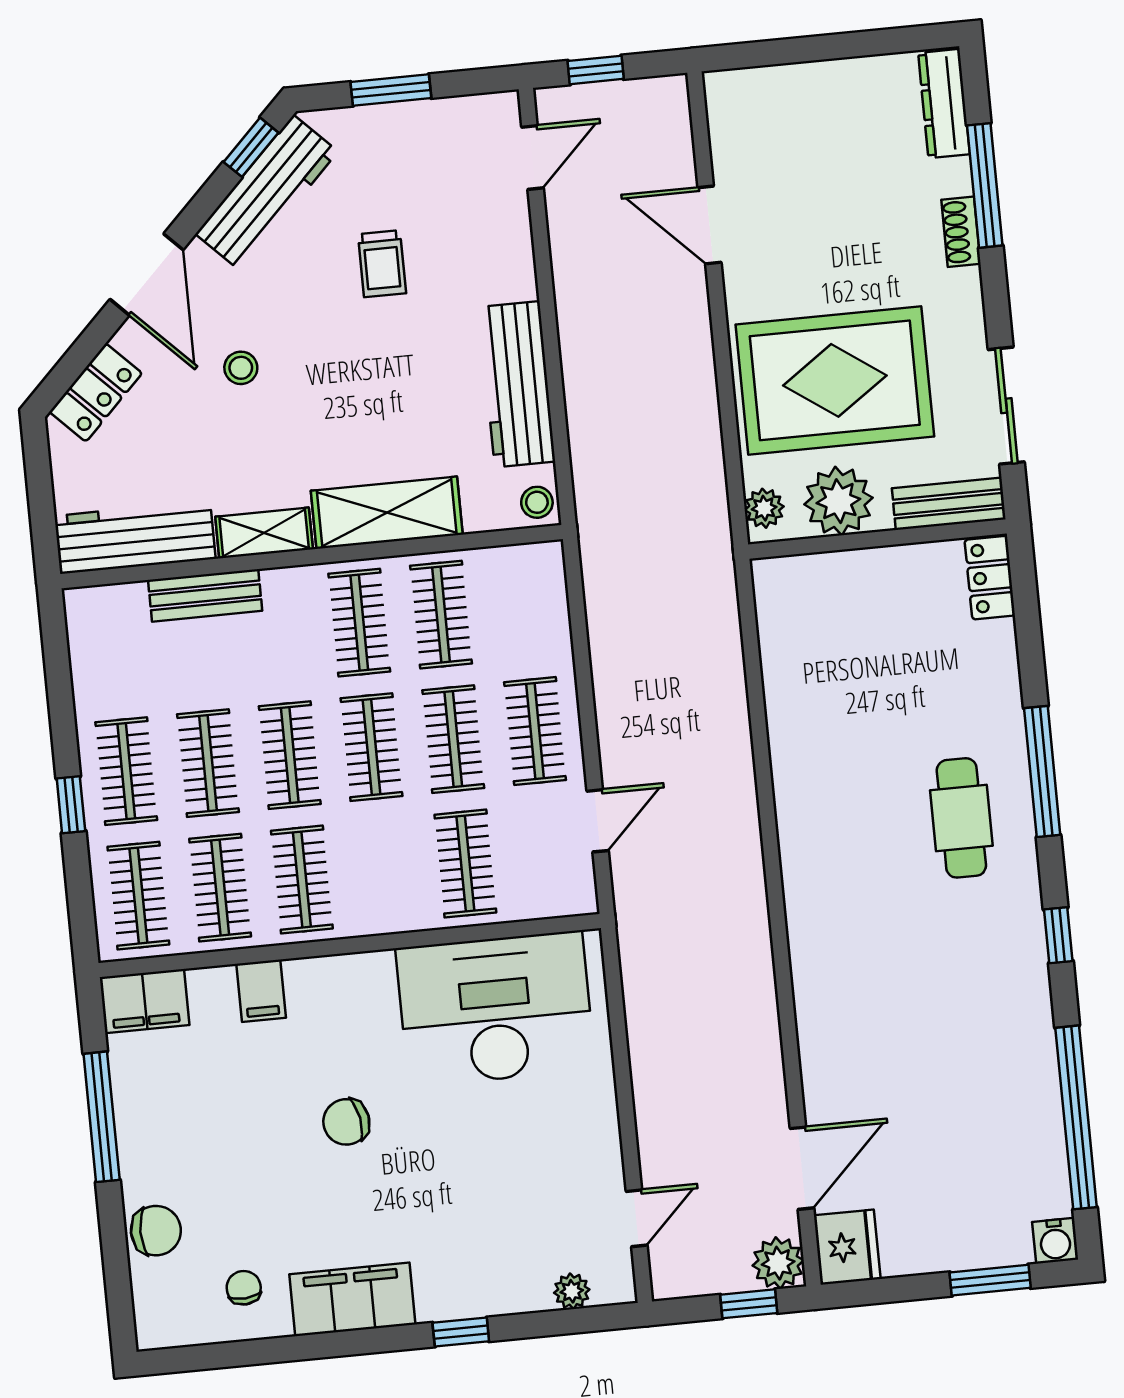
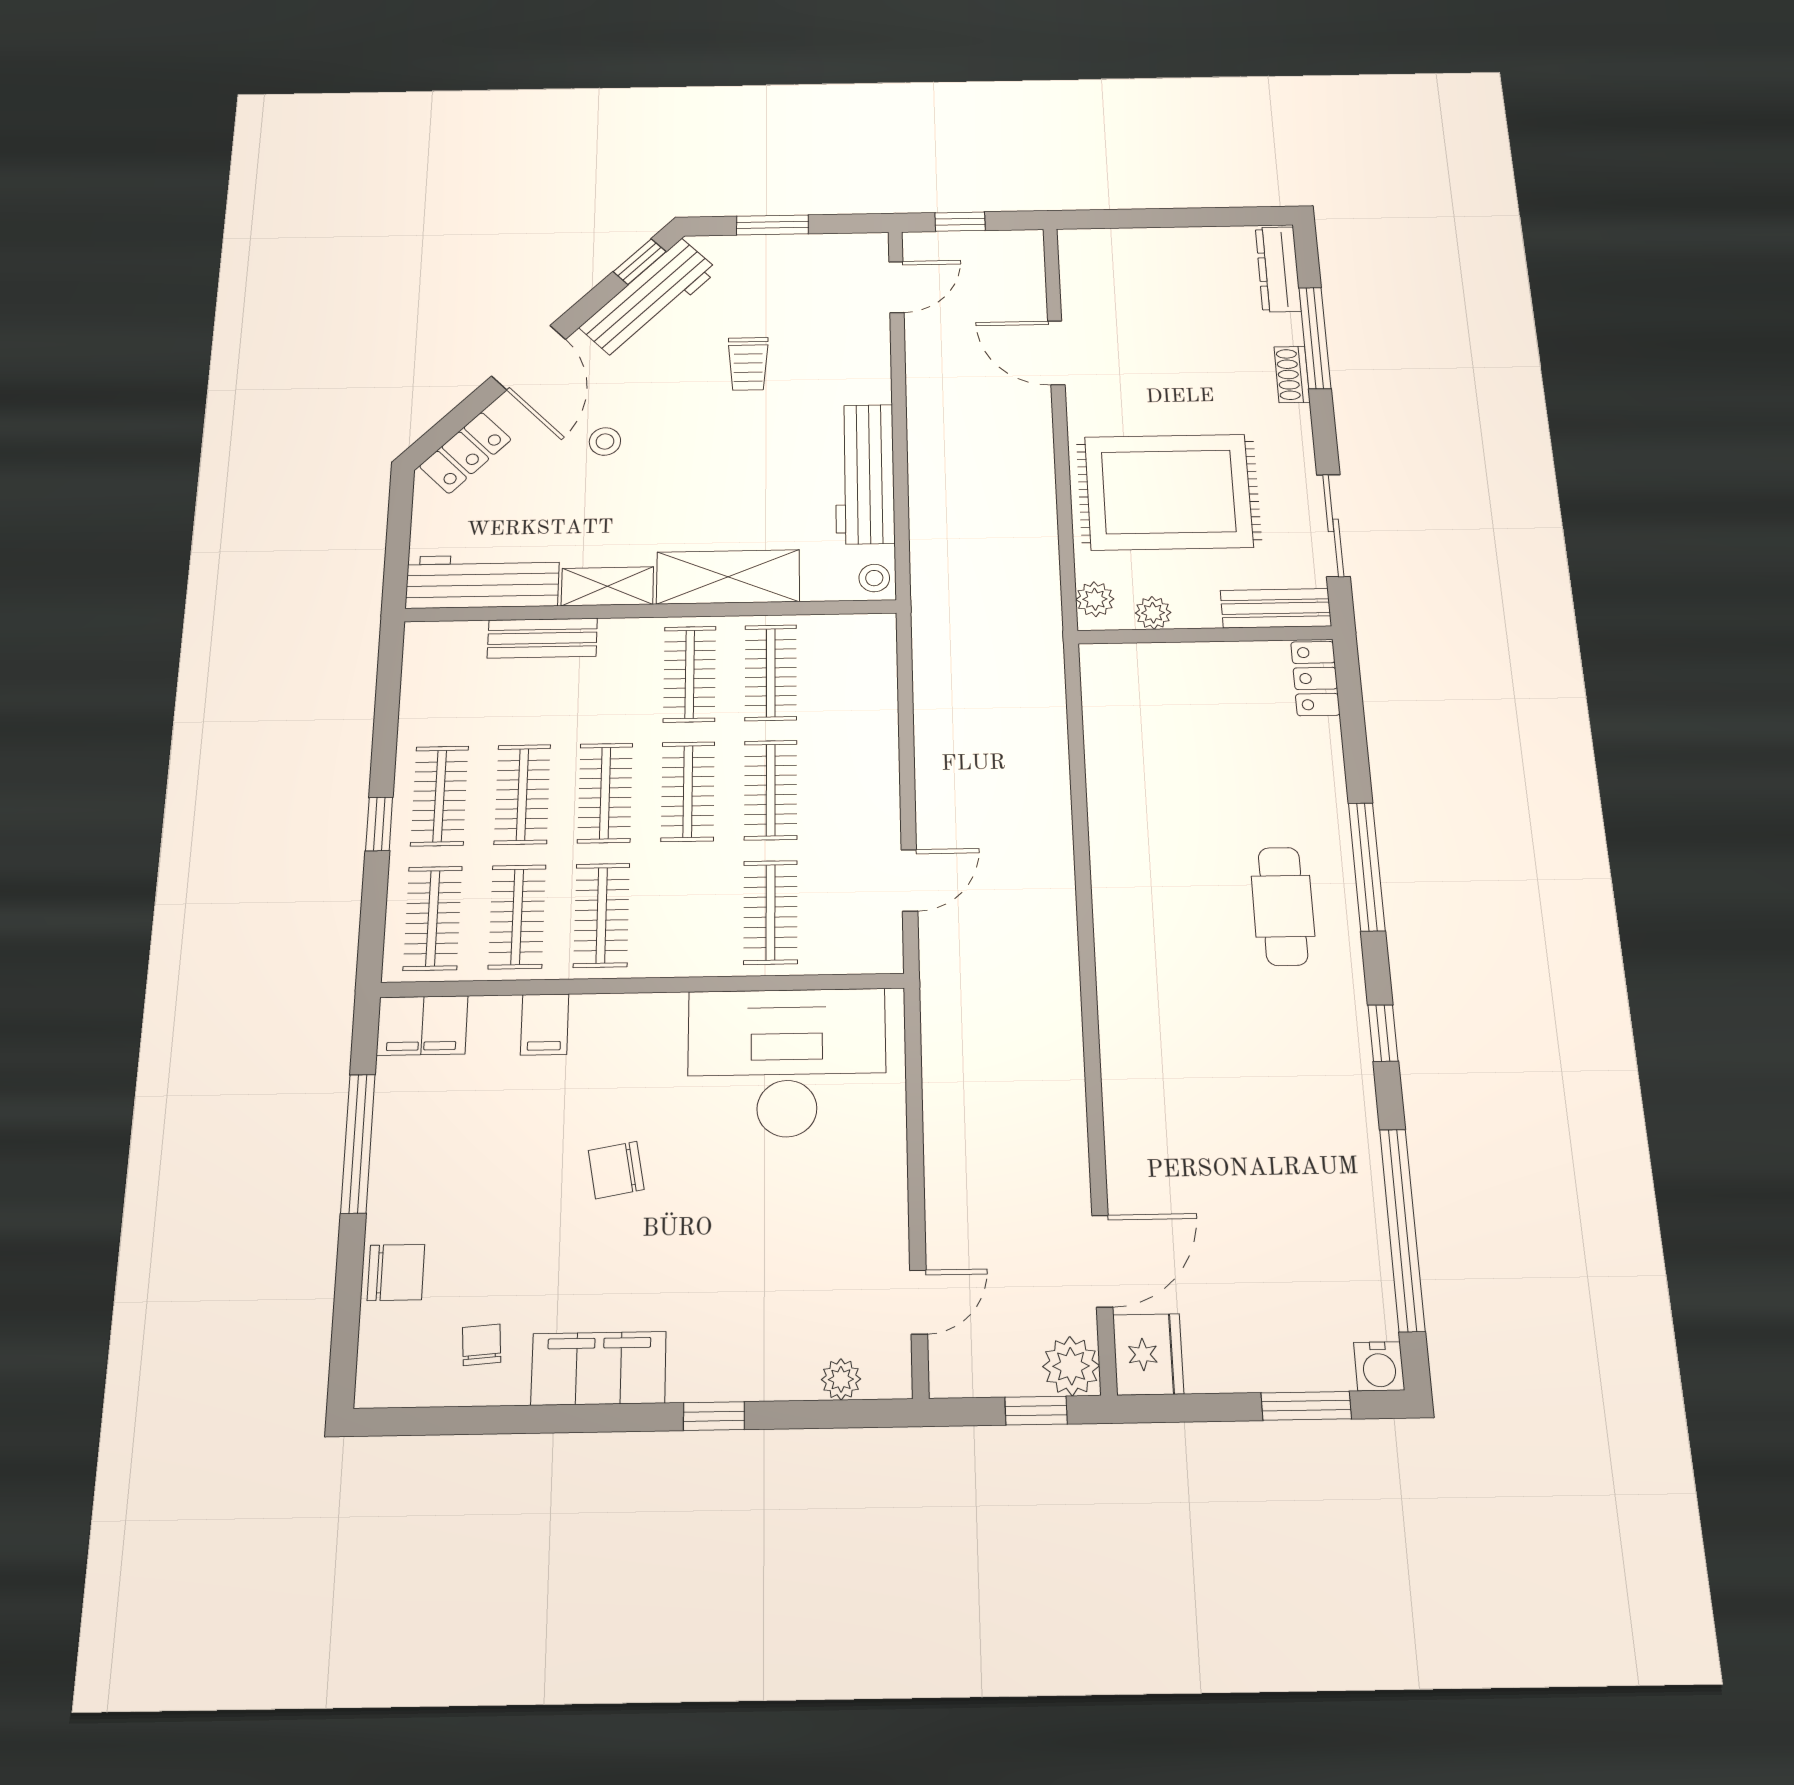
plant: (838, 501) -> (1153, 613), width x0.53, depth x0.53
clothes rail: (535, 731) -> (853, 789), removed

